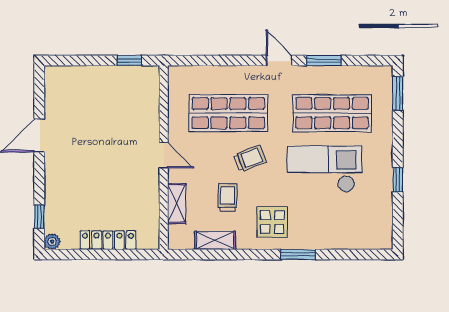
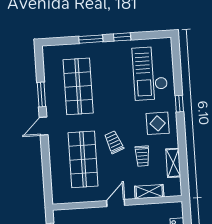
window: (398, 93) -> (91, 39), moved
checkout: (325, 169) -> (150, 73), moved
trolley: (227, 197) -> (142, 156), turned -90
window: (298, 254) -> (179, 104), width x0.67

